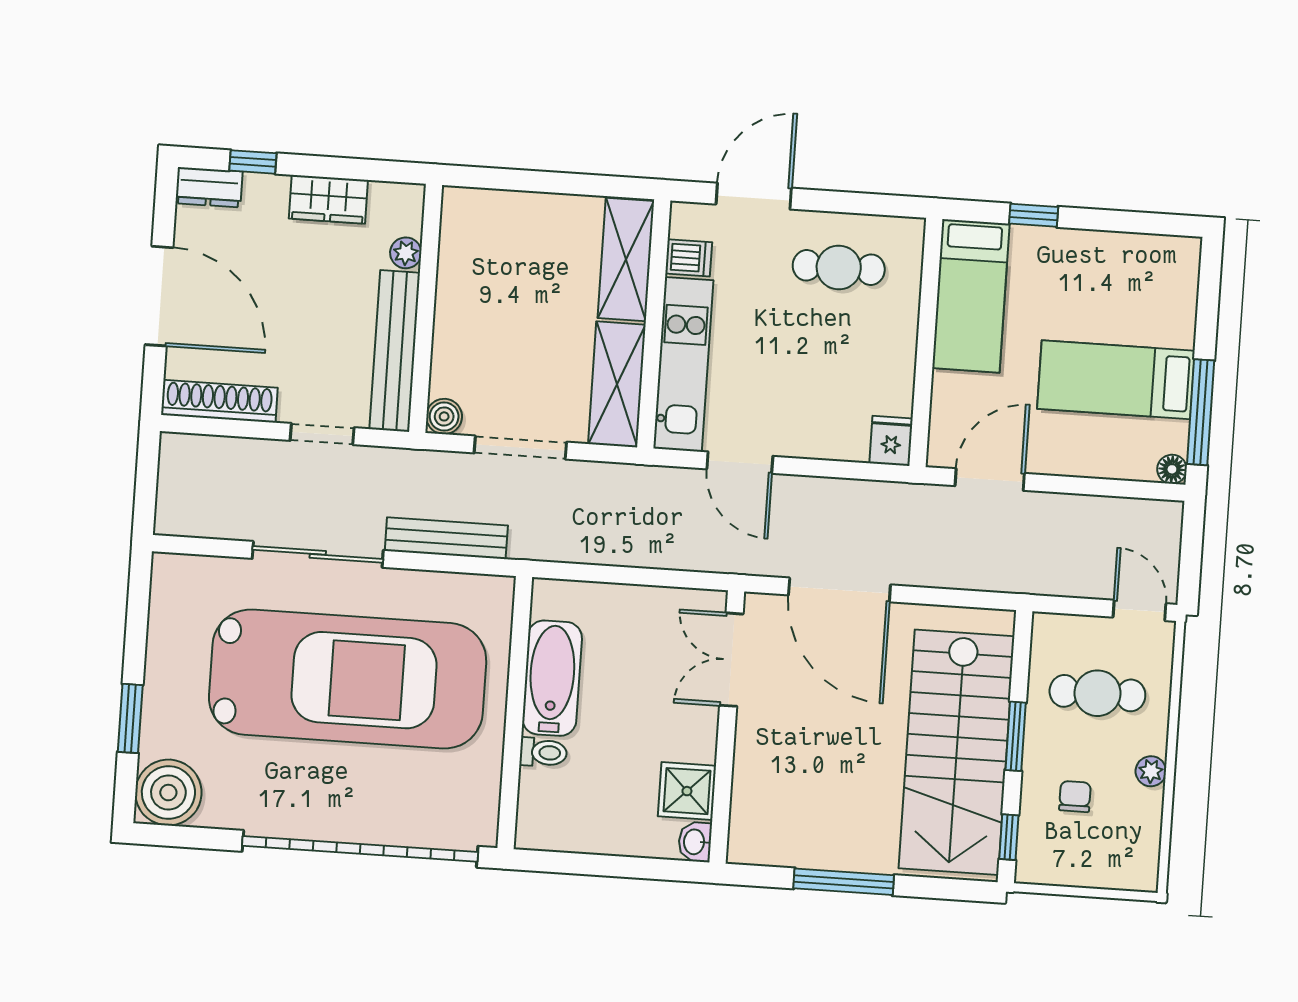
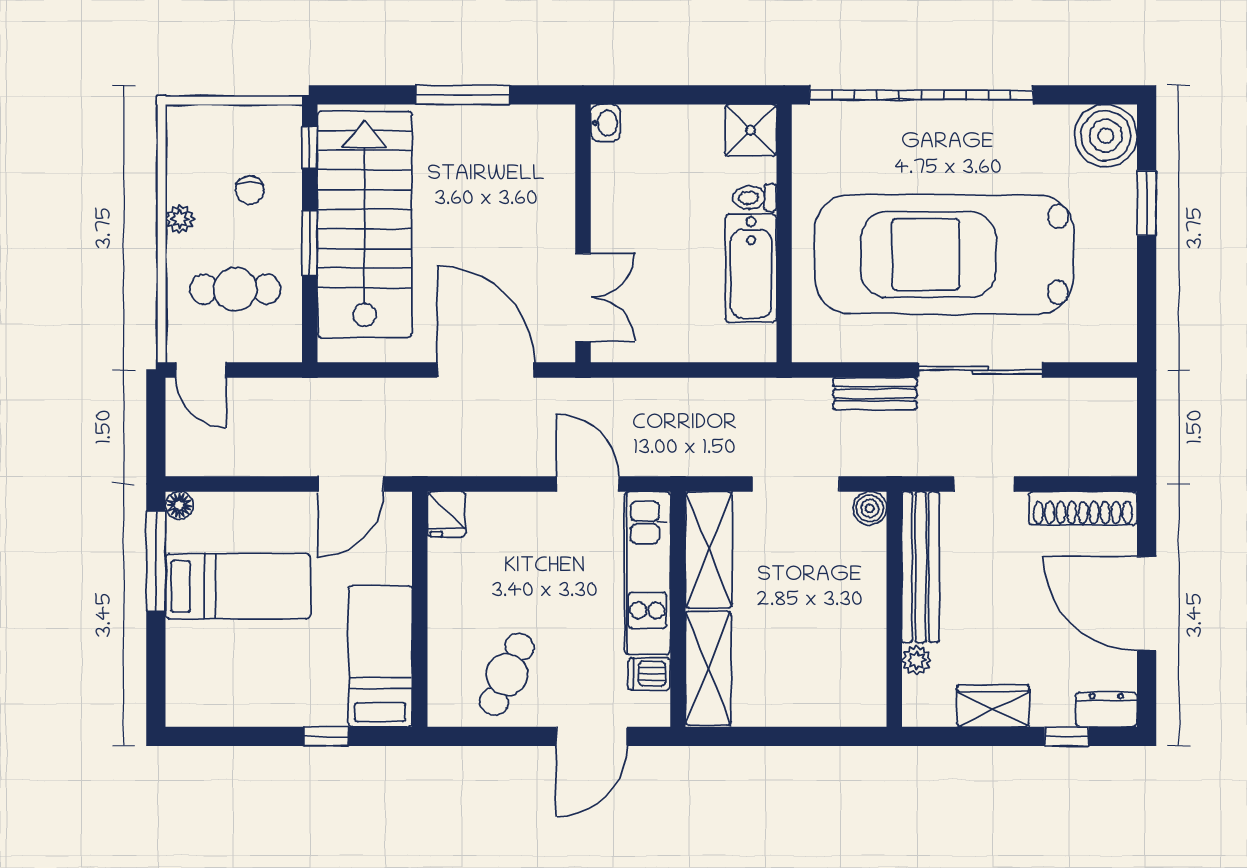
cafe table: (839, 268) -> (507, 674), turned -65
bench: (446, 538) -> (875, 394), width x0.73
shower: (687, 791) -> (751, 130), moved

